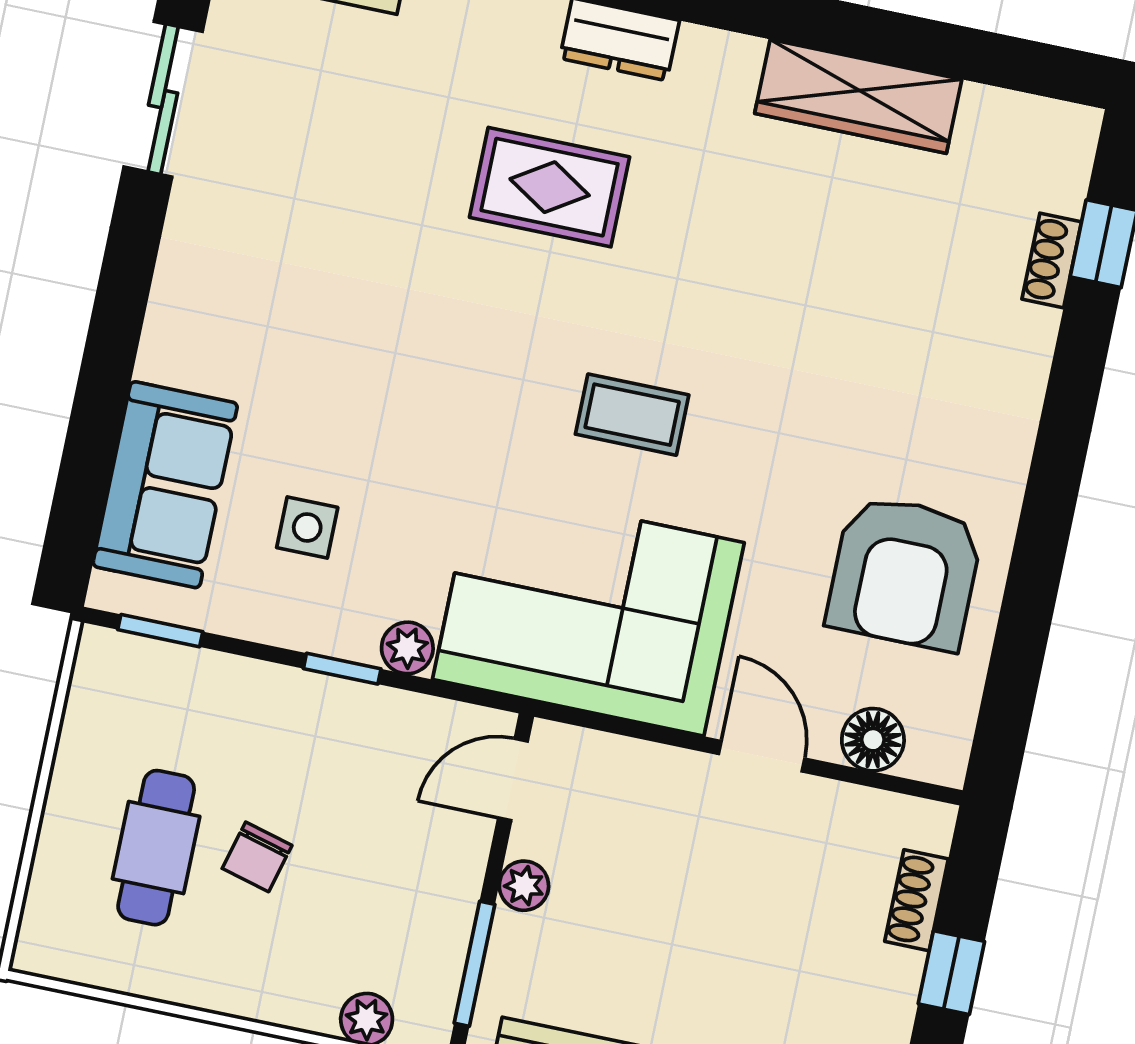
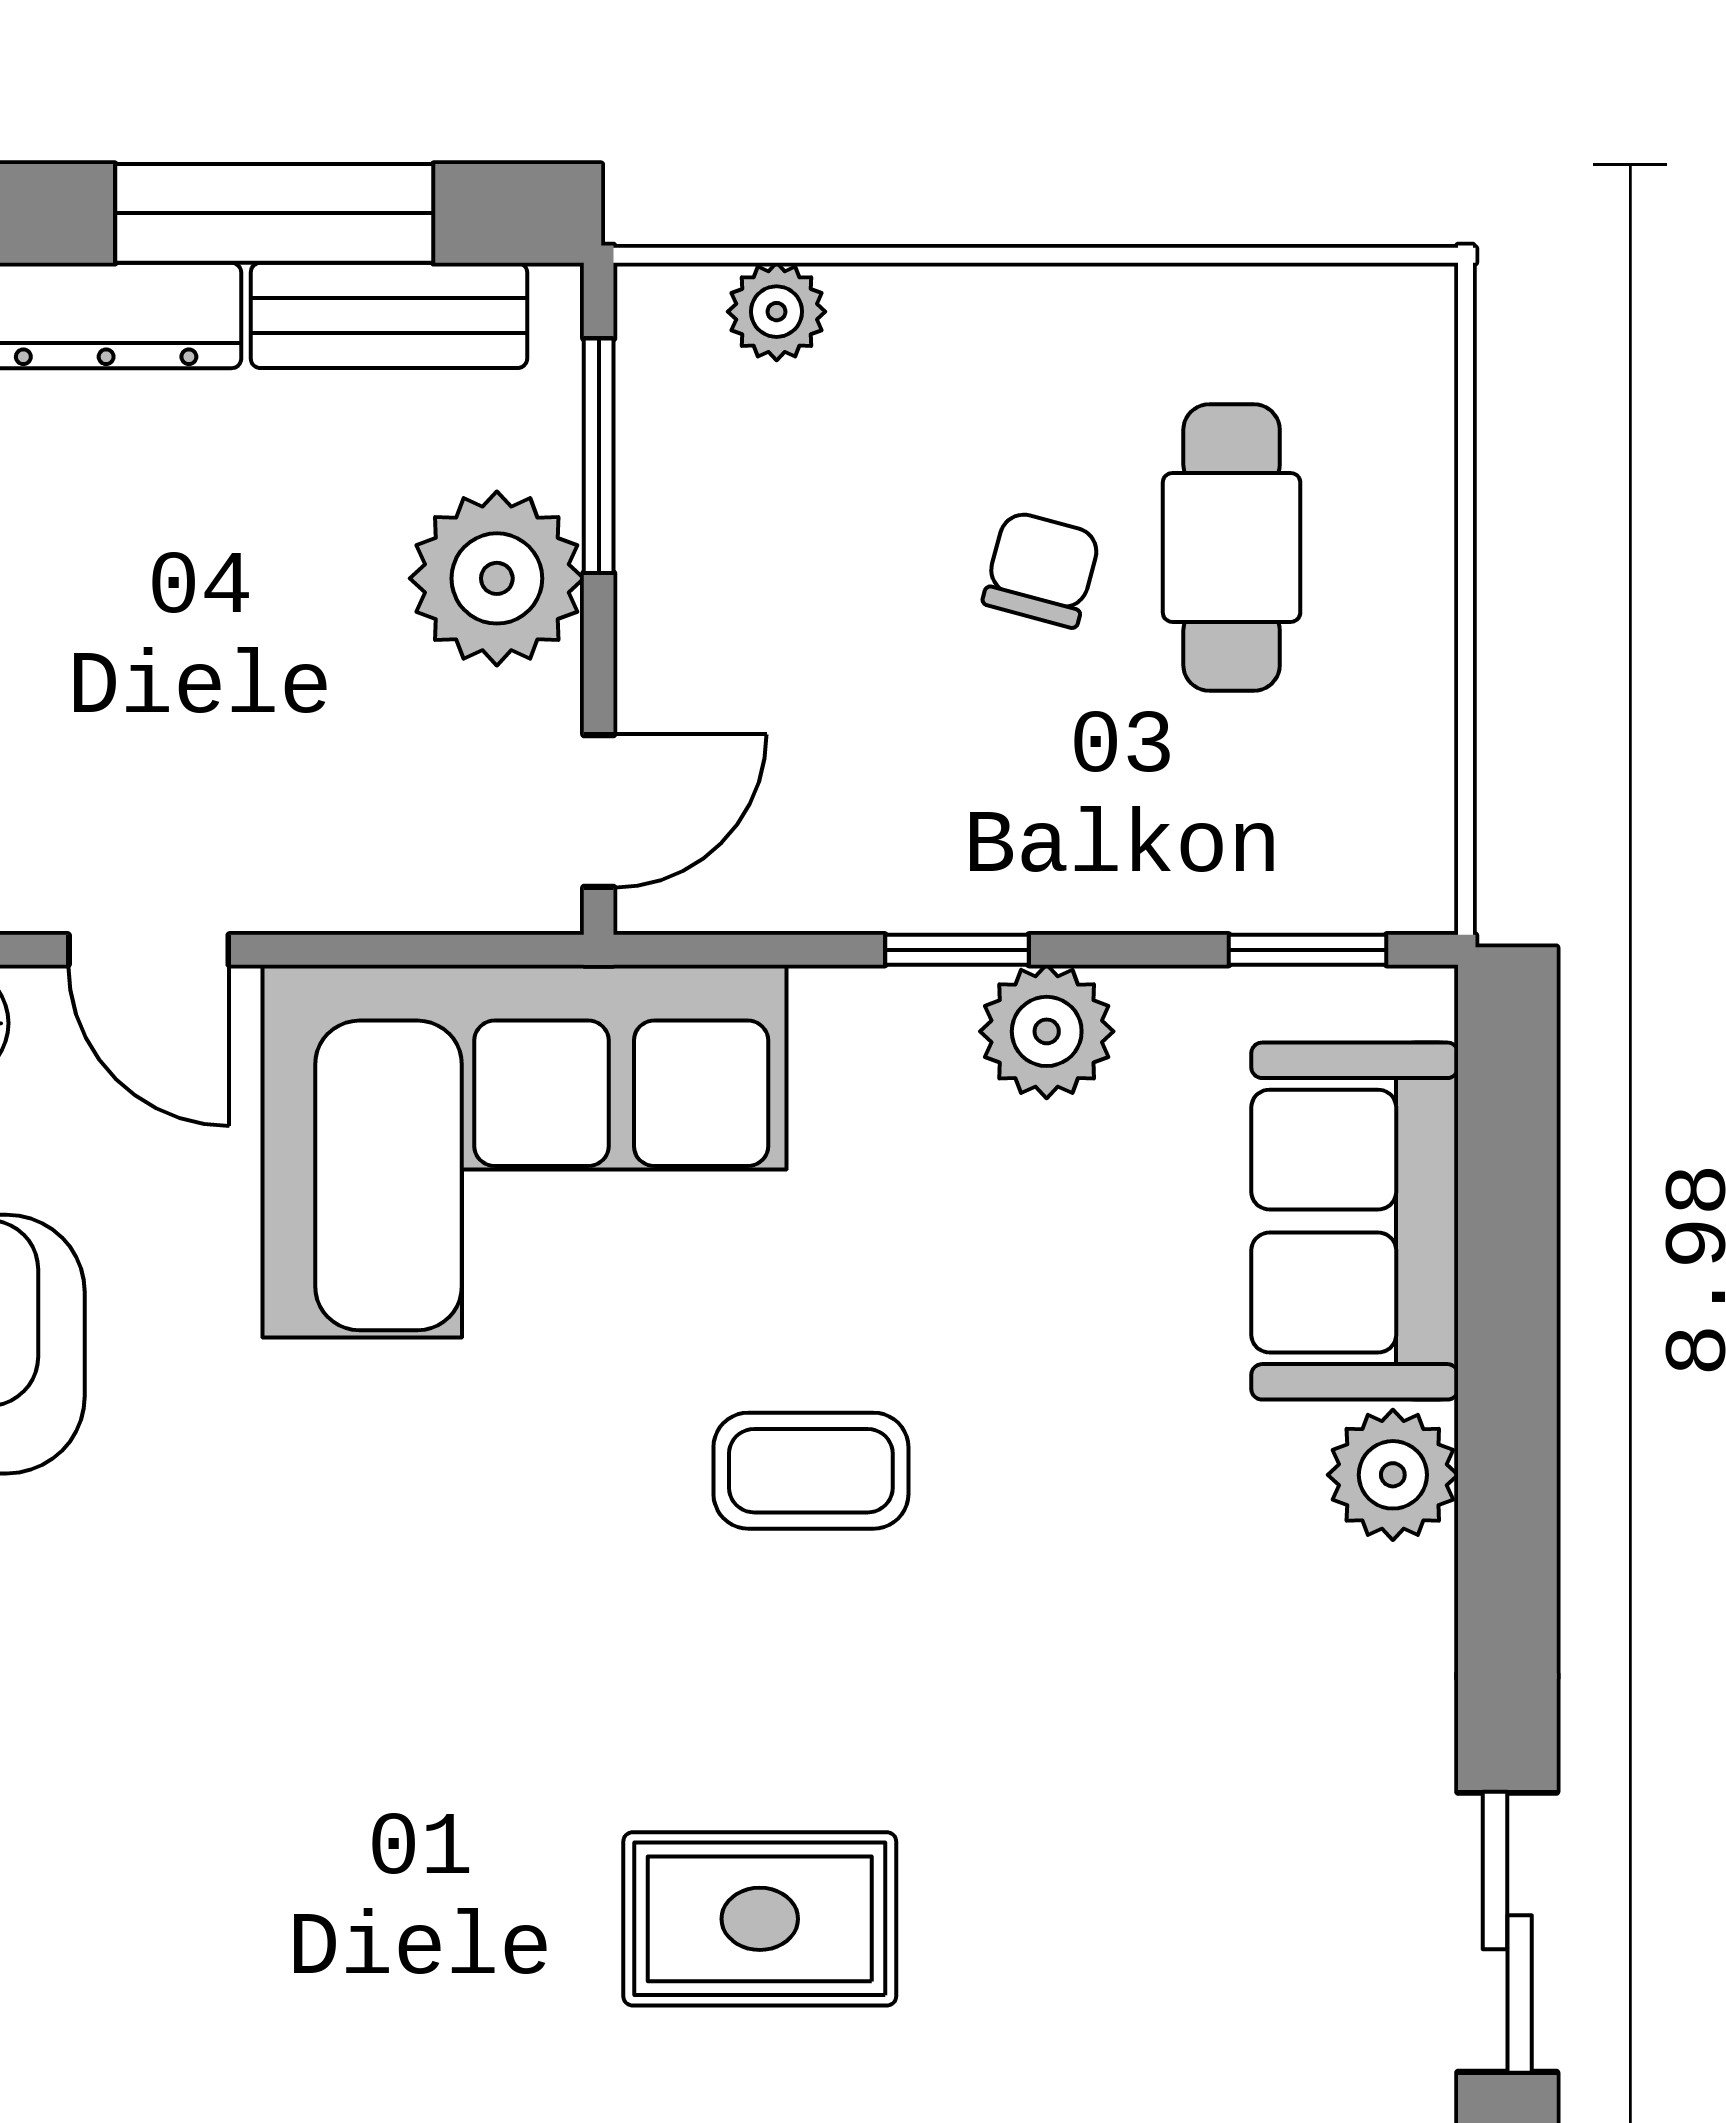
plant: (173, 349) -> (1393, 1475), added
coffee table: (632, 415) -> (811, 1471), moved
side table: (307, 527) -> (1076, 1197), removed
plant: (407, 648) -> (1047, 1031), moved, width x1.38, depth x1.38
plant: (524, 886) -> (497, 578), width x1.87, depth x1.87

